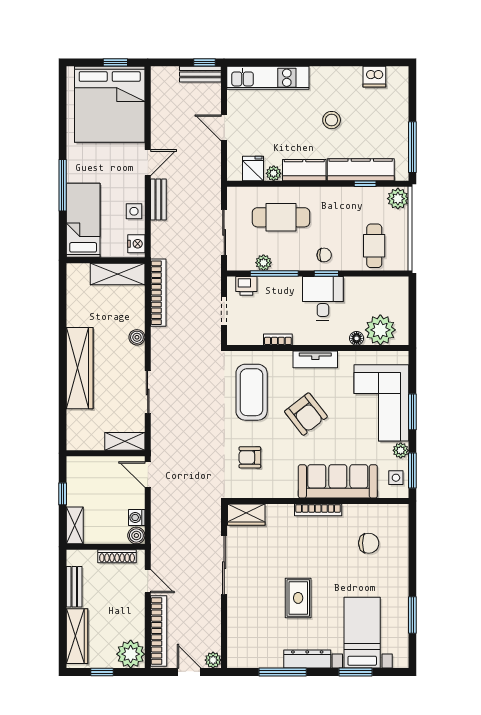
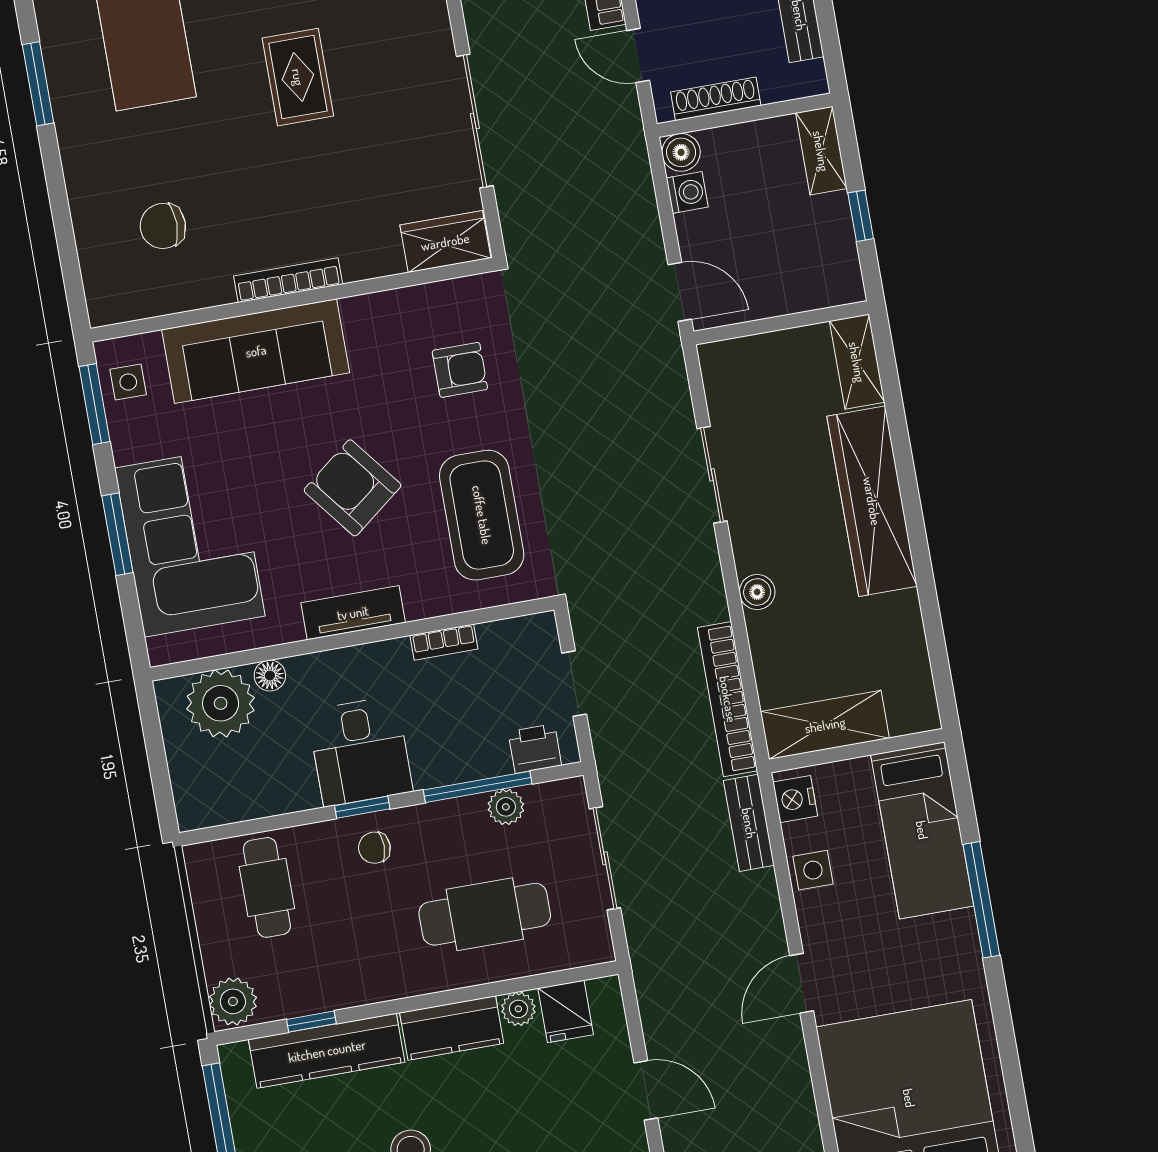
bench: (158, 200) -> (749, 823), moved
shelving: (125, 441) -> (857, 362), moved, turned 90
plant: (401, 450) -> (128, 444), removed

